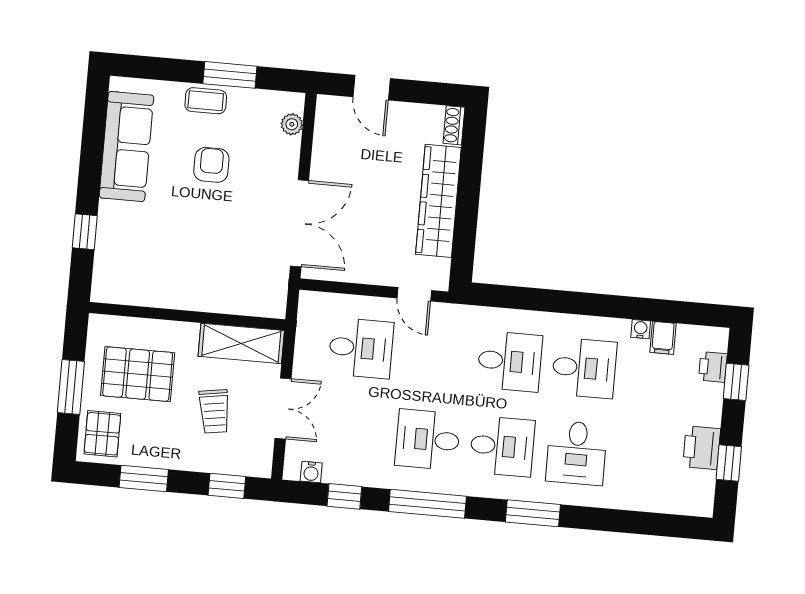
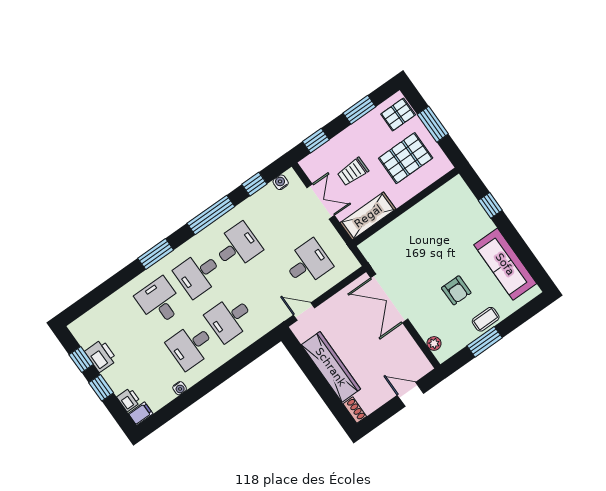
filing cabinet: (663, 338) -> (141, 414), moved, turned 90
desk: (361, 348) -> (308, 263), turned 180
window: (736, 382) -> (101, 388), moved
double door: (283, 408) -> (321, 202), swing flipped
trolley: (214, 411) -> (353, 172), turned -81
pallet: (102, 434) -> (398, 114), turned 90

